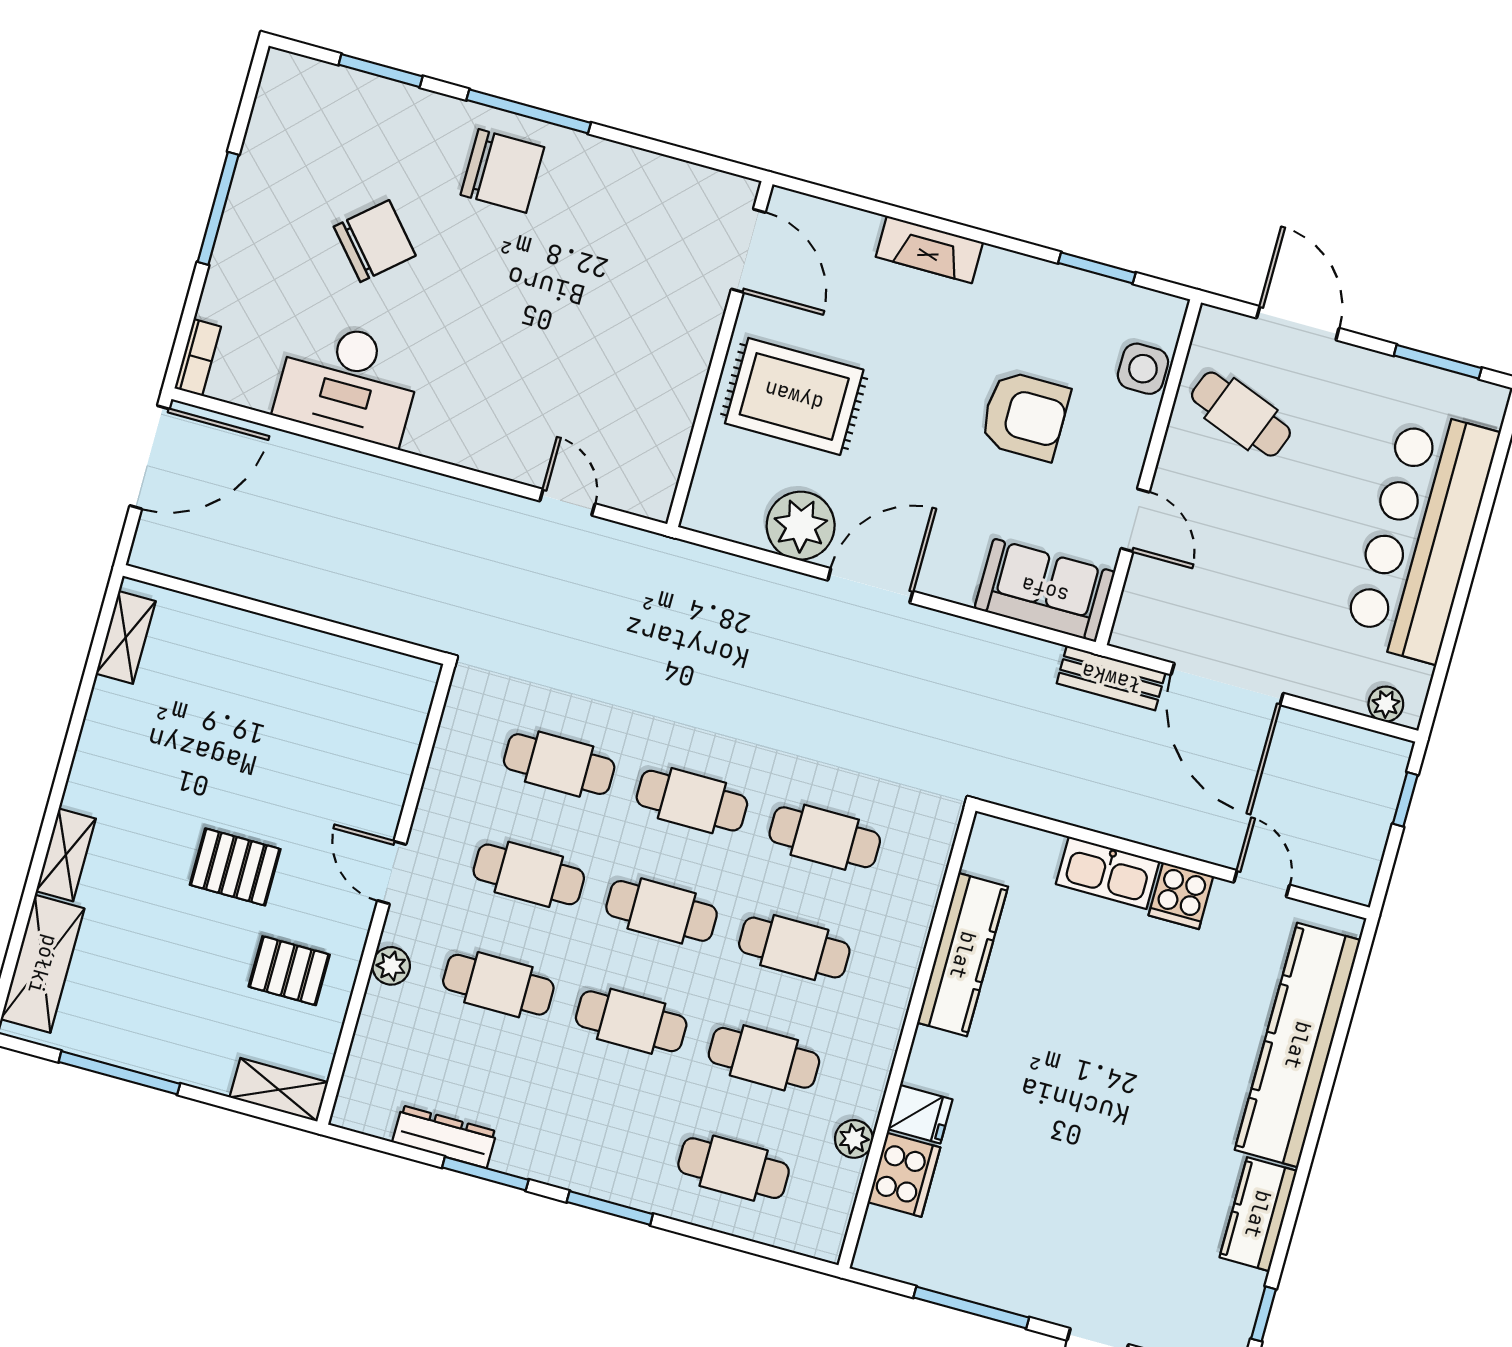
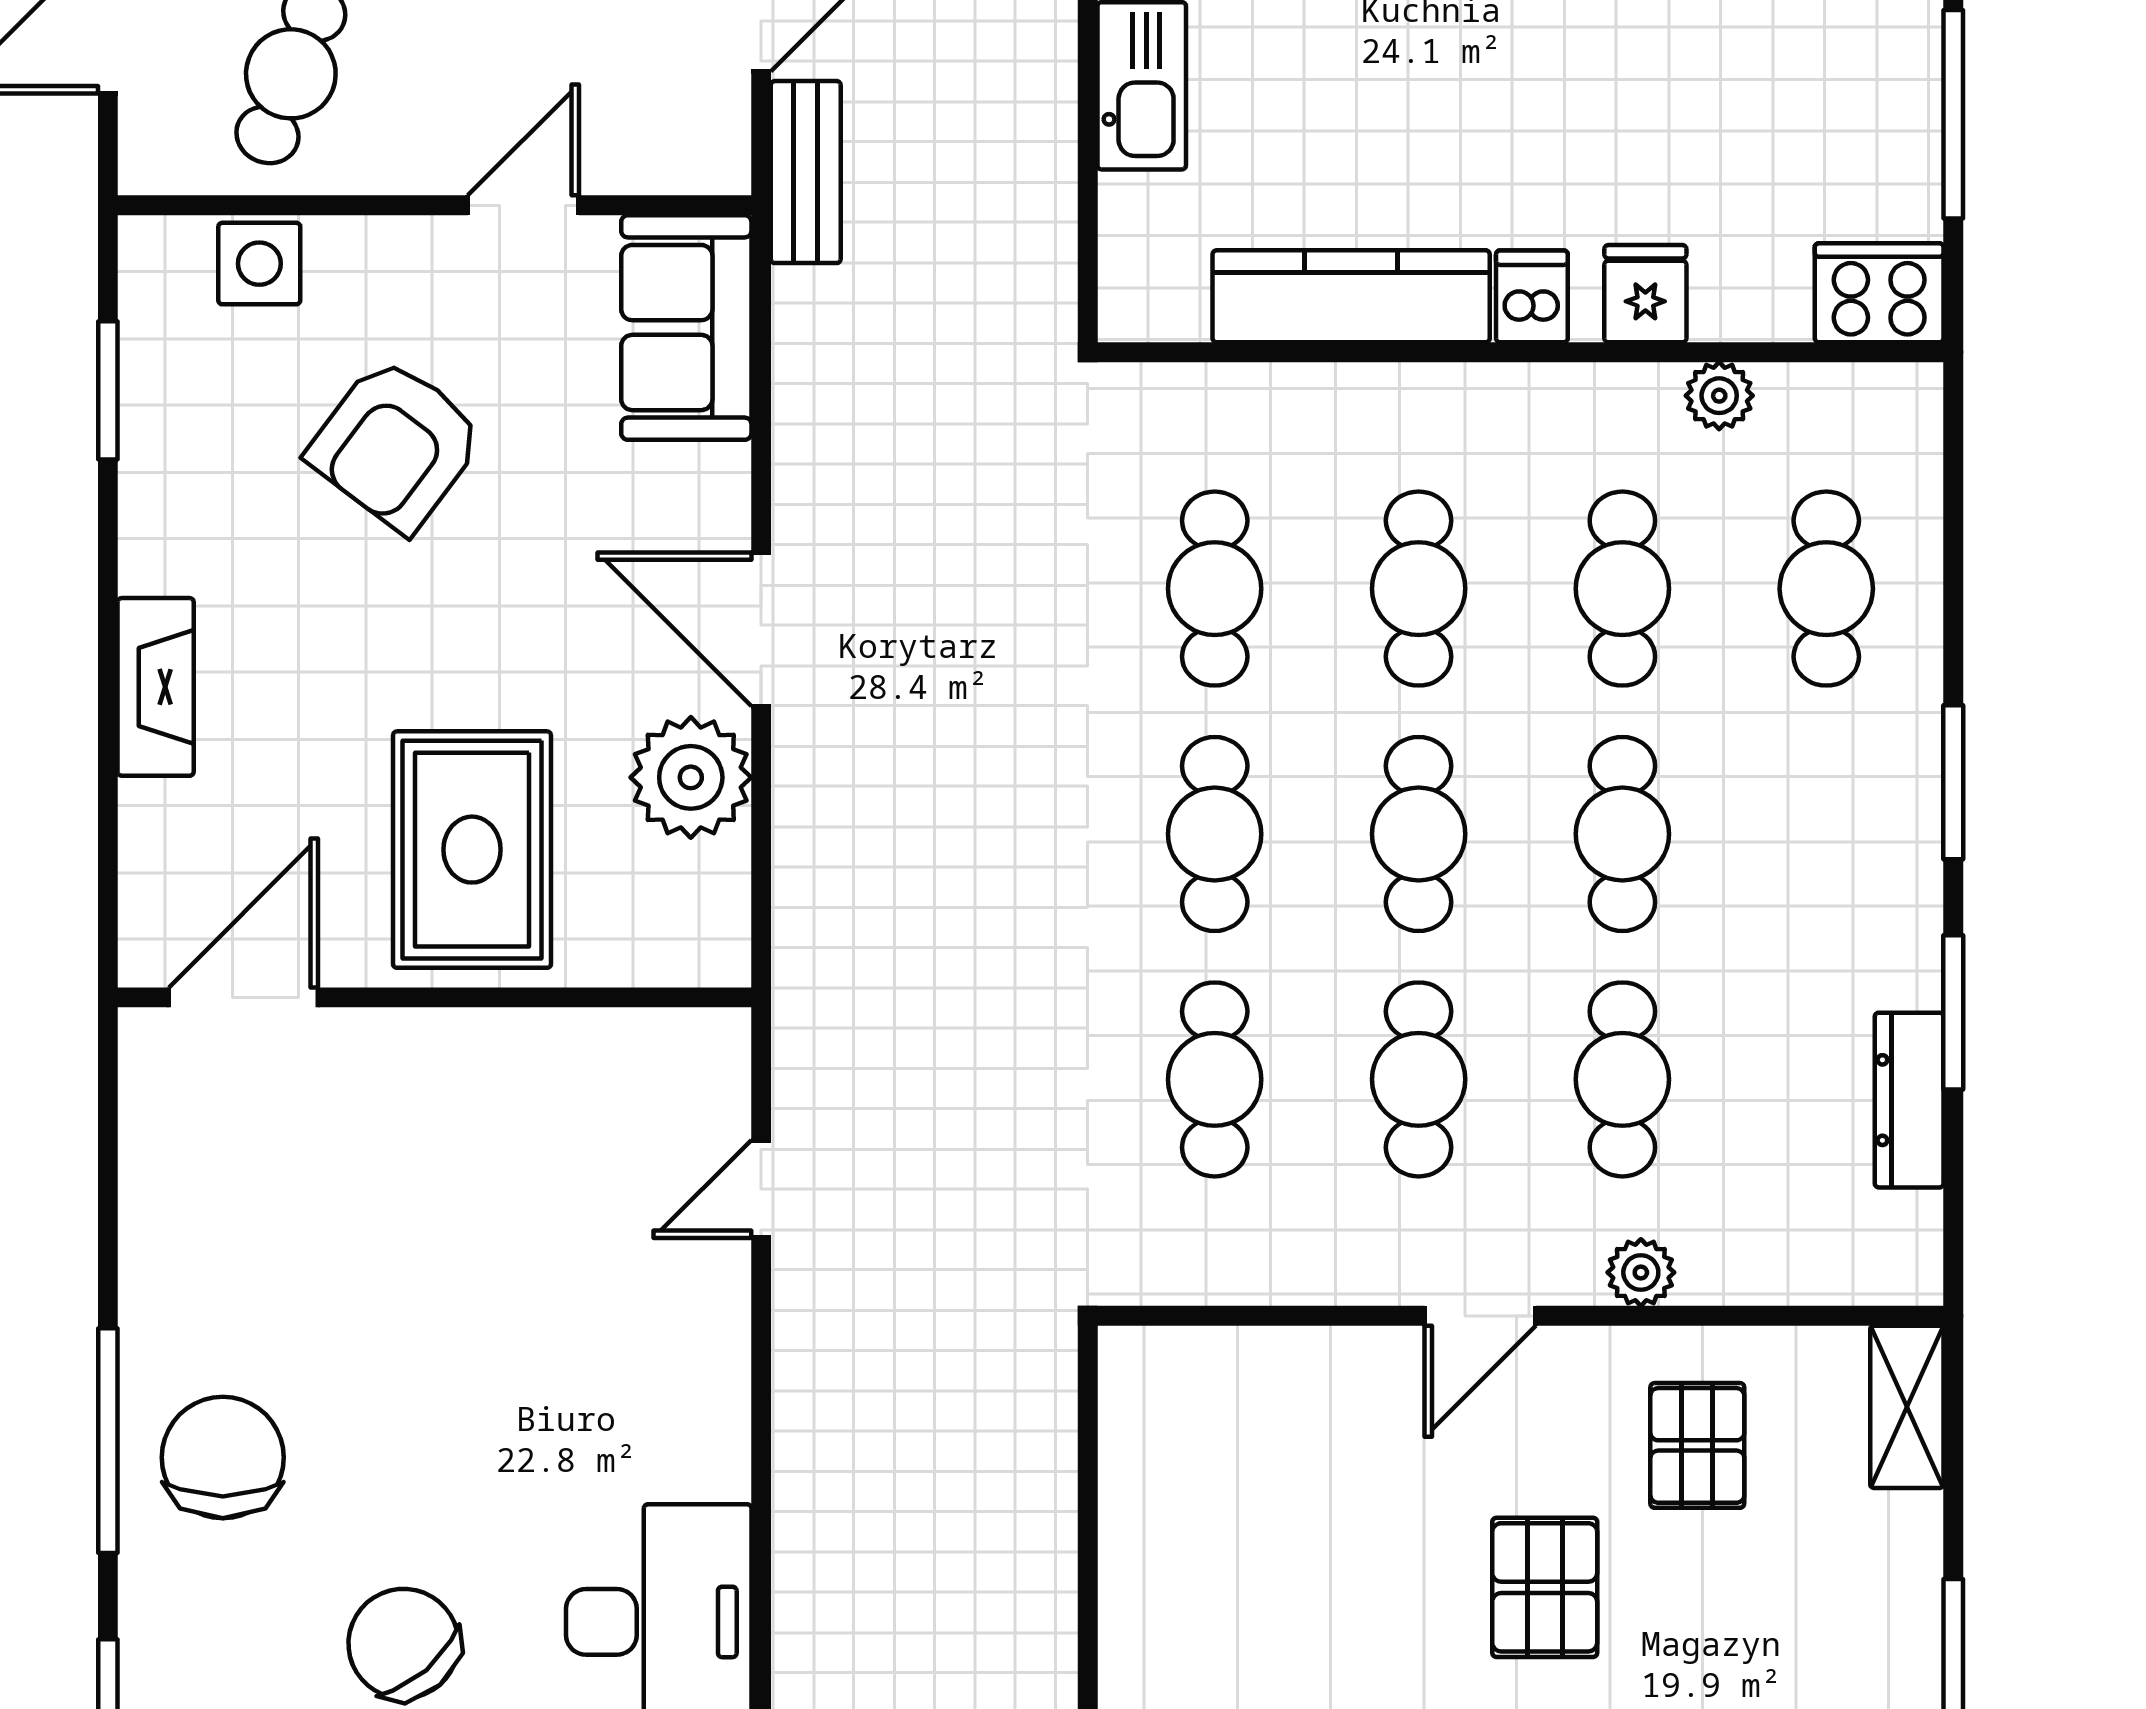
armchair: (1025, 416) -> (396, 444), turned -143
dishwasher: (936, 1052) -> (1532, 296), added
cooker: (904, 1175) -> (1879, 293), moved

